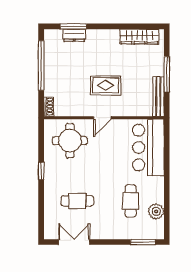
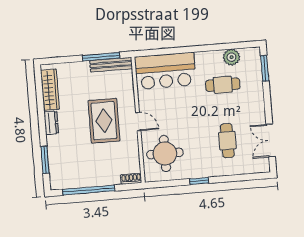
dresser: (74, 35) -> (51, 123), moved
window: (167, 74) -> (101, 57), moved
rug: (106, 85) -> (104, 121), width x1.36, depth x1.43

